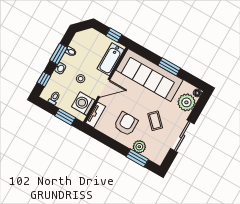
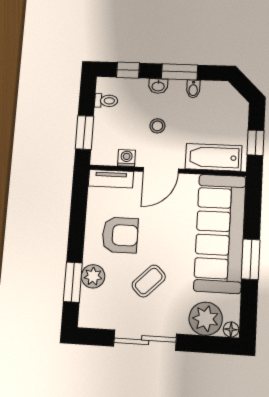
door: (104, 88) -> (161, 170), hinge flipped
washing machine: (83, 104) -> (127, 158), width x0.53, depth x0.53

